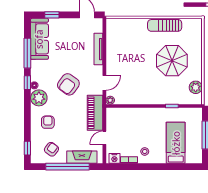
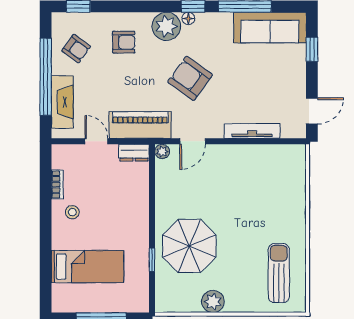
sun lounger: (165, 25) -> (279, 273), moved
parasol: (172, 61) -> (189, 246), moved
door: (104, 83) -> (193, 141), hinge flipped
plant: (196, 87) -> (213, 302), moved
dresser: (111, 116) -> (134, 153), added
nightstand: (114, 158) -> (60, 159), removed

